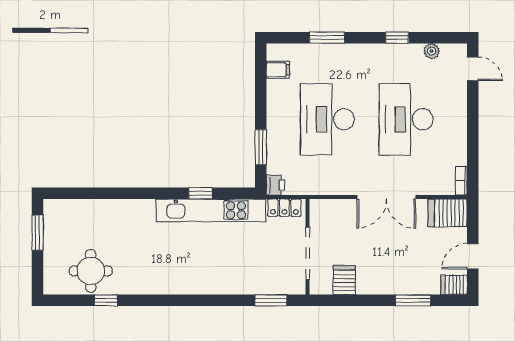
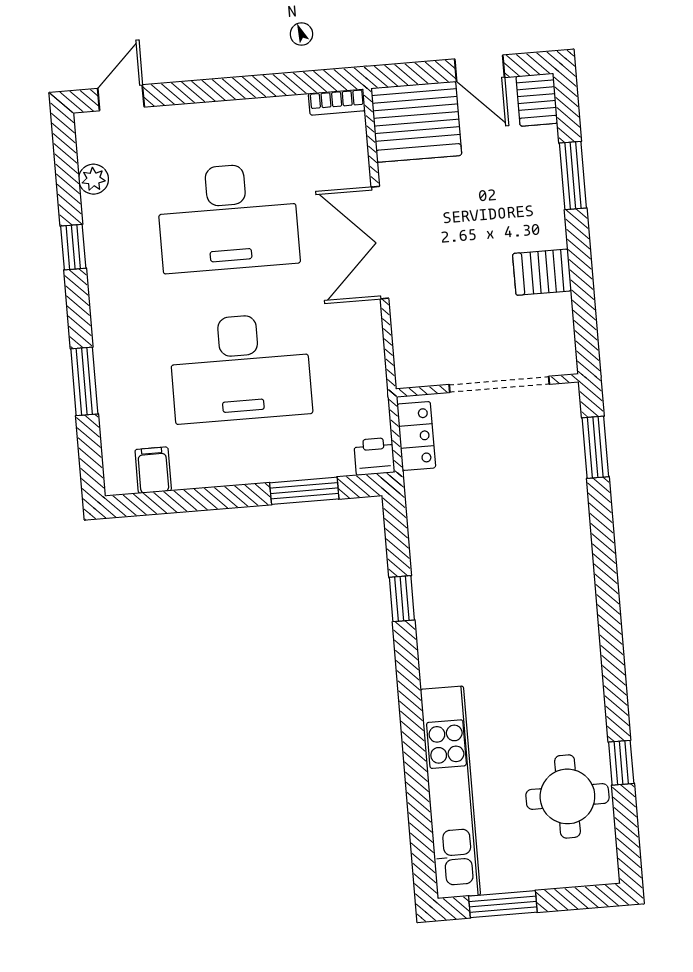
double door: (386, 197) -> (380, 243), swing flipped
kitchen unit: (211, 210) -> (450, 792), moved
server rack: (448, 213) -> (416, 122), width x1.60
server rack: (344, 280) -> (542, 272), moved

